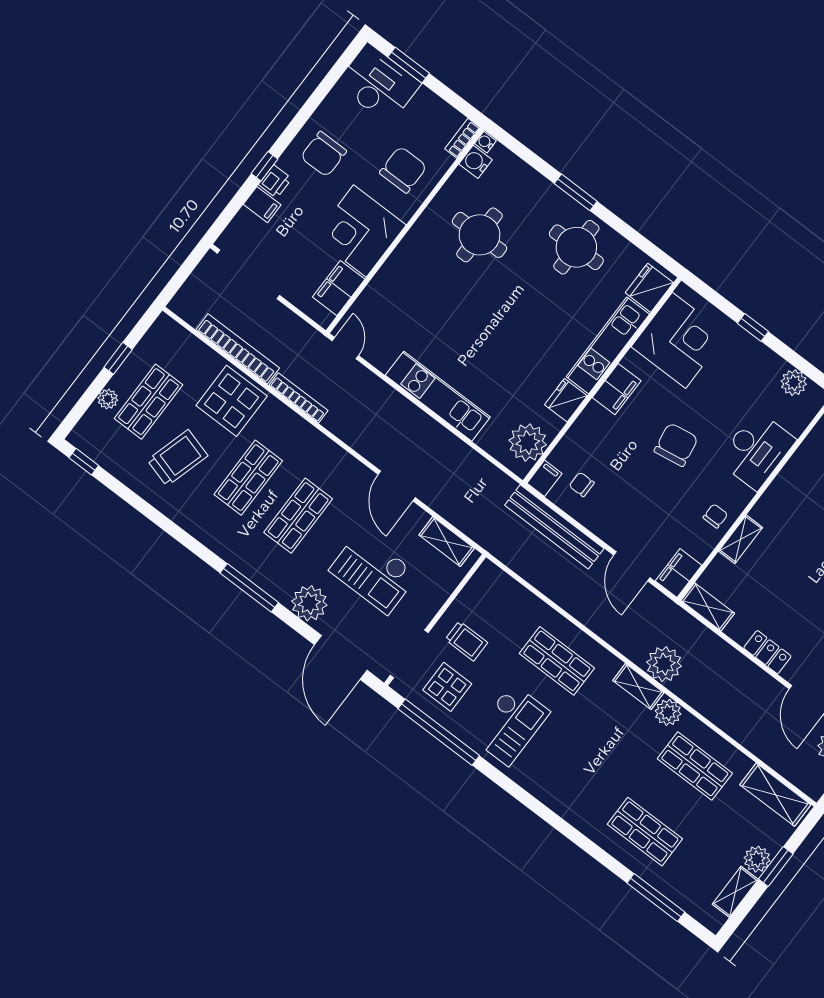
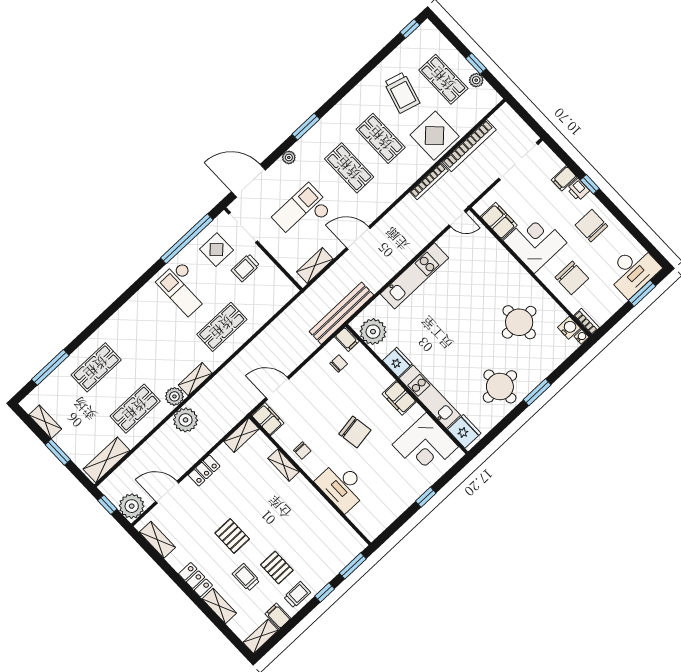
plant: (794, 383) -> (384, 519), removed
plant: (108, 399) -> (476, 80), moved
bench: (554, 527) -> (341, 313), moved
window: (249, 588) -> (306, 127), width x0.69
plant: (309, 603) -> (289, 157), width x0.53, depth x0.53
plant: (664, 664) -> (186, 420), moved
plant: (757, 859) -> (65, 440), removed

